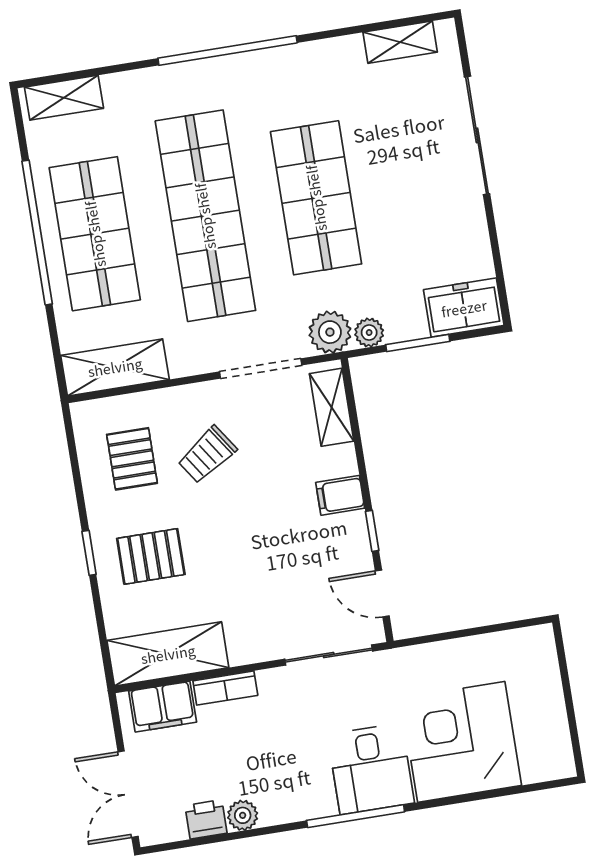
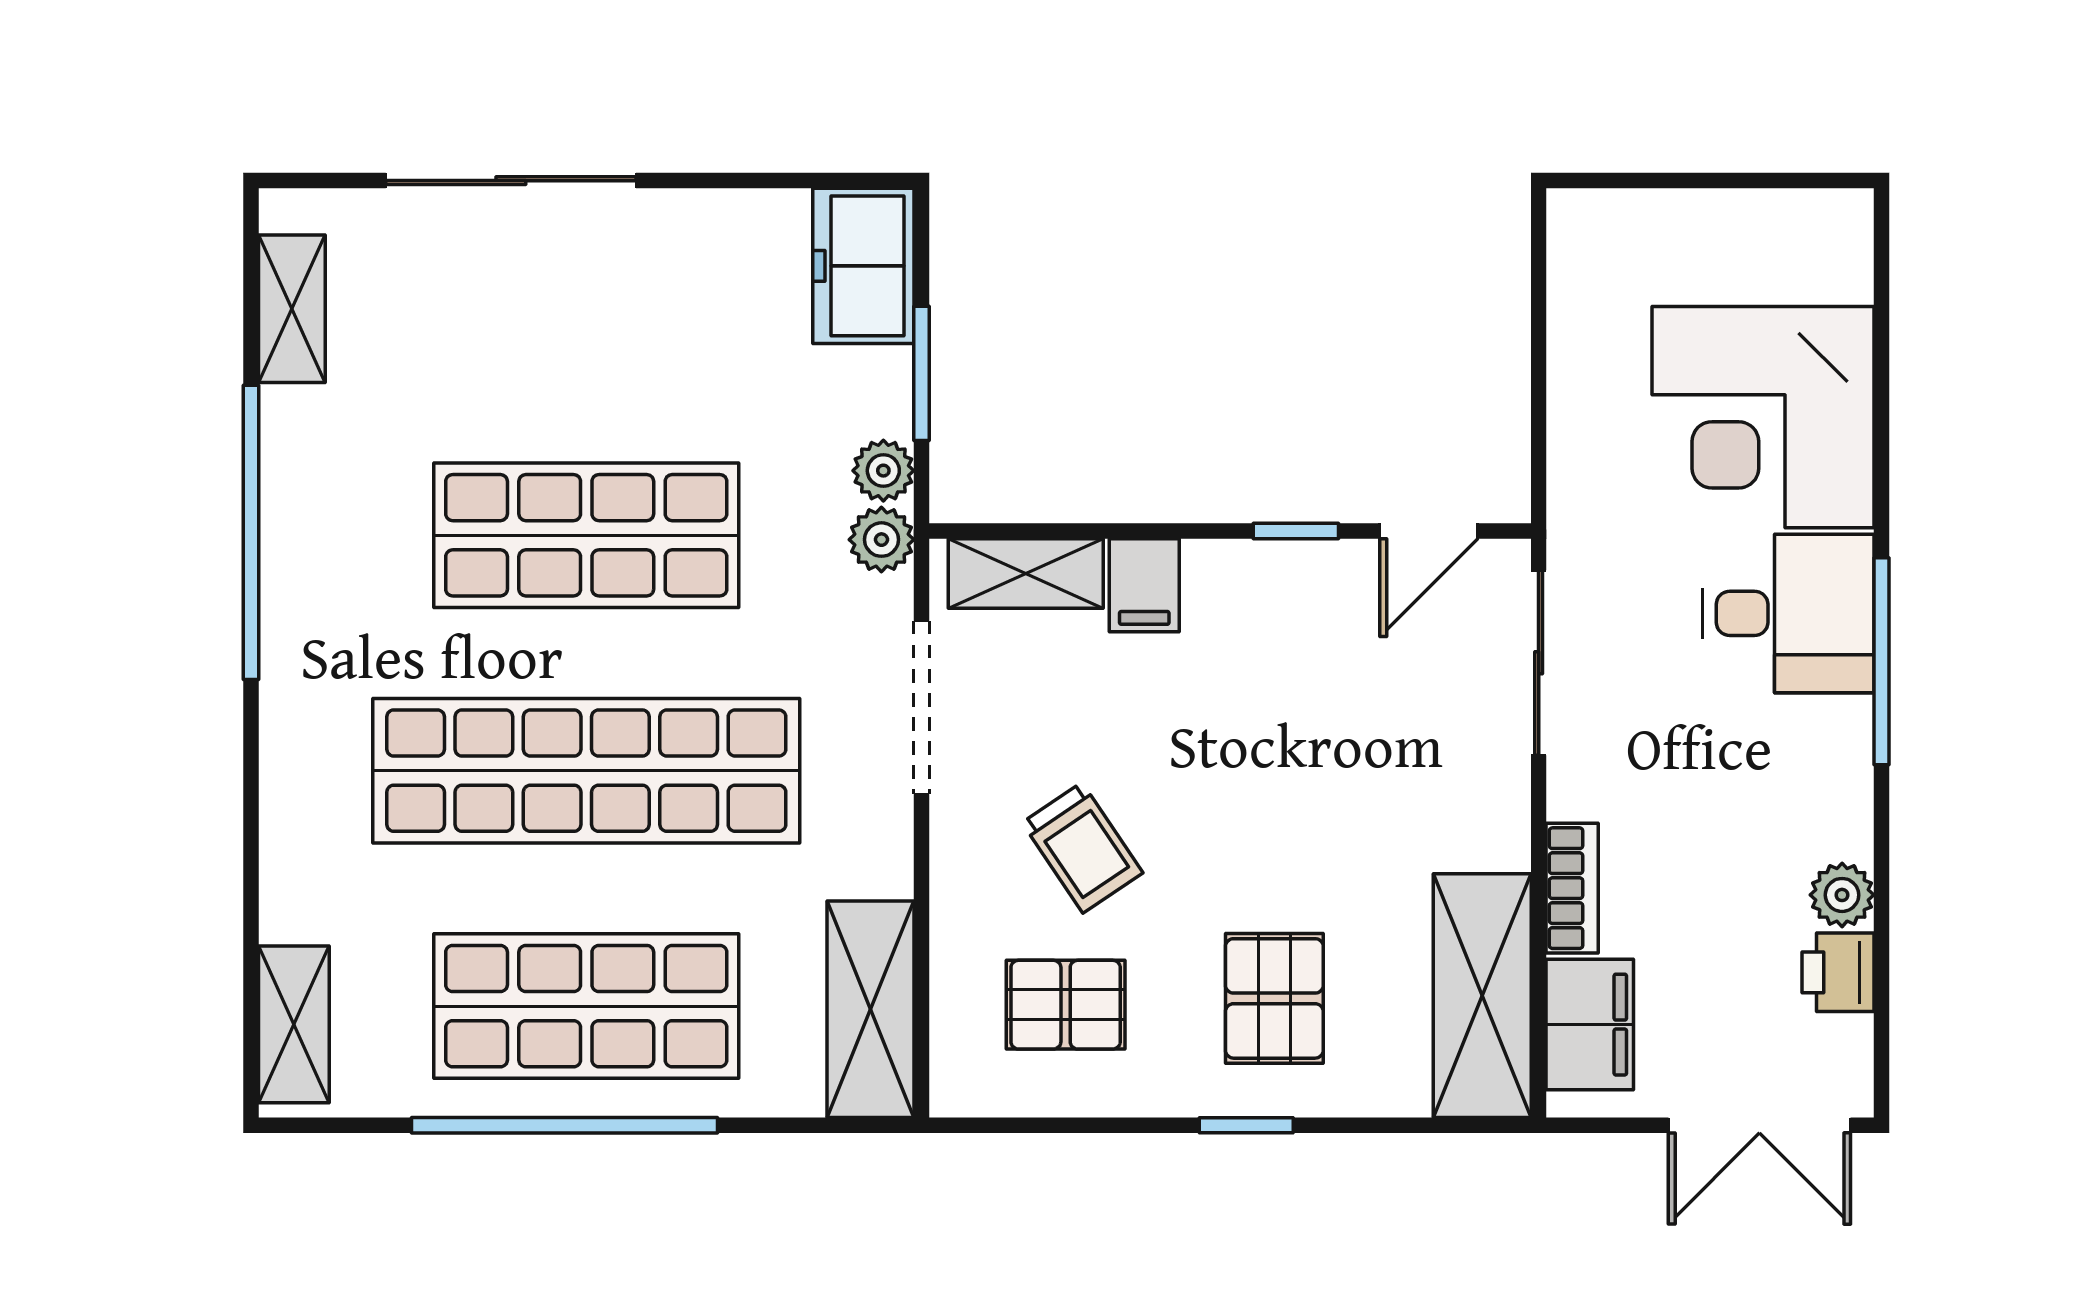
window: (228, 50) -> (251, 532), moved
plant: (330, 332) -> (881, 540), width x0.73, depth x0.73
filing cabinet: (340, 495) -> (1144, 585), moved

